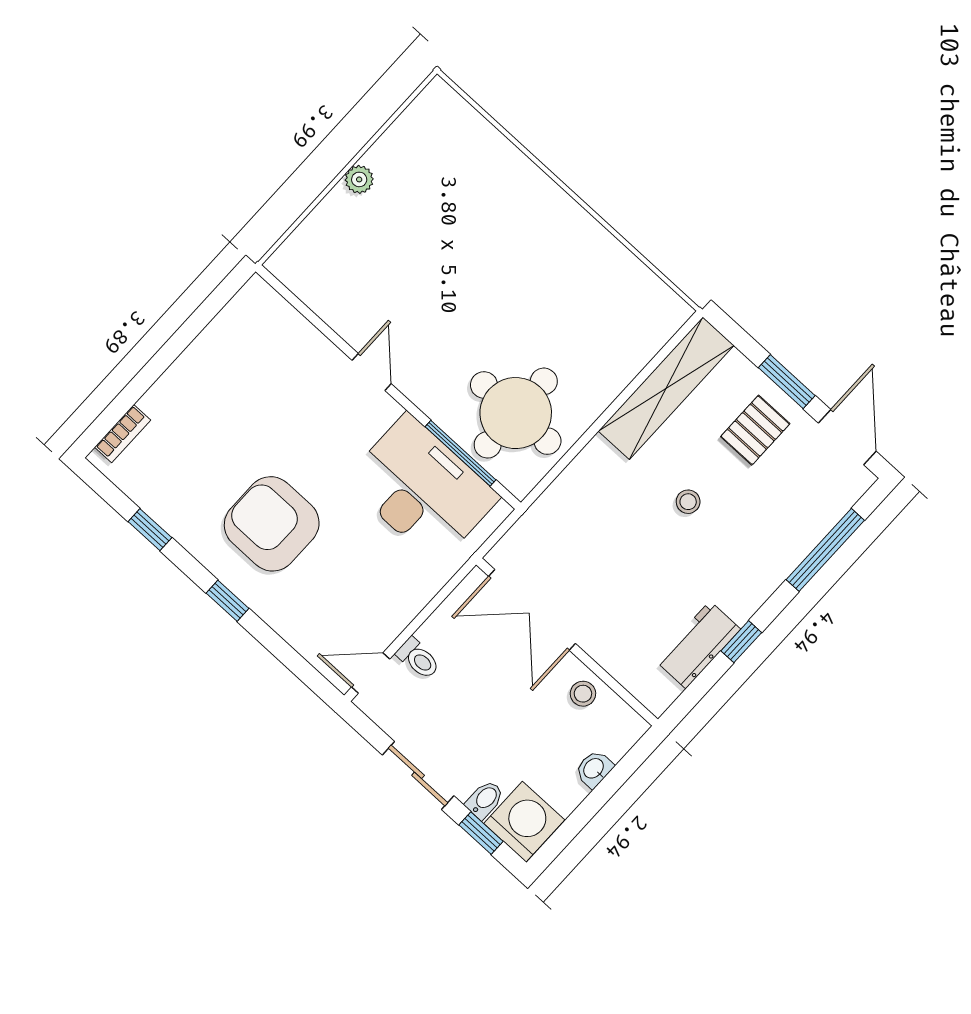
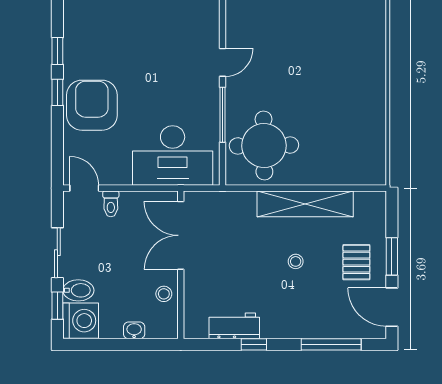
shelving: (666, 388) -> (305, 204), moved
pallet: (755, 430) -> (356, 262), turned 90
door: (847, 437) -> (392, 307), swing flipped
window: (460, 453) -> (222, 115), moved
desk: (422, 489) -> (173, 156), moved, turned 90
armchair: (272, 524) -> (92, 105), moved
window: (150, 530) -> (57, 51), moved
bidet: (485, 800) -> (78, 290), width x1.38, depth x1.36

